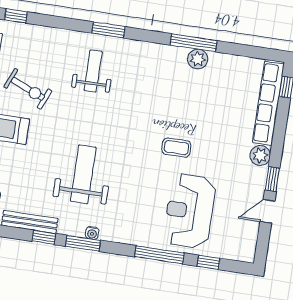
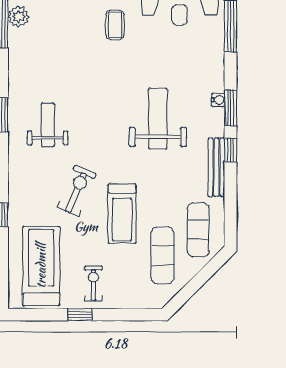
weight bench: (93, 71) -> (48, 125), turned 90
weight bench: (83, 174) -> (158, 119), turned 90

